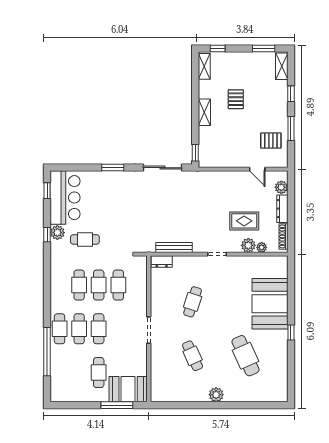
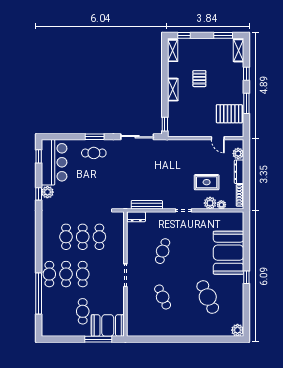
pallet: (271, 141) -> (229, 114), width x1.50, depth x1.42
cafe table: (85, 239) -> (94, 153), moved
plant: (216, 395) -> (237, 330), moved

